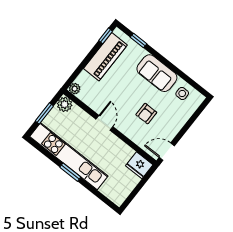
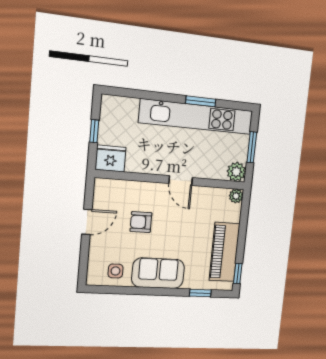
armchair: (146, 114) -> (141, 222), turned -90
door: (167, 152) -> (87, 222), moved
window: (70, 172) -> (201, 101), moved
window: (138, 188) -> (94, 131), added

